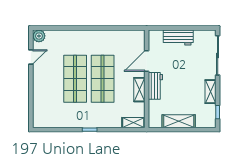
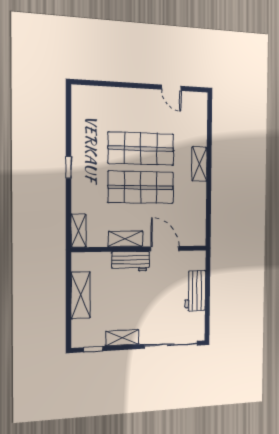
shelving: (85, 35) -> (199, 164), added
plant: (39, 36) -> (199, 101), removed

